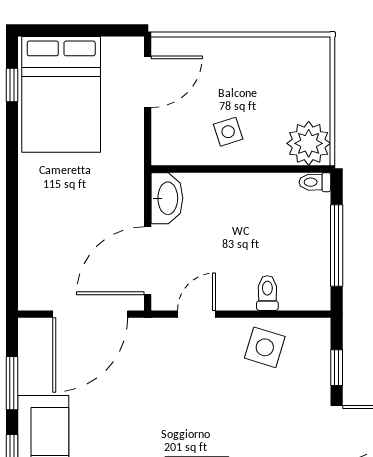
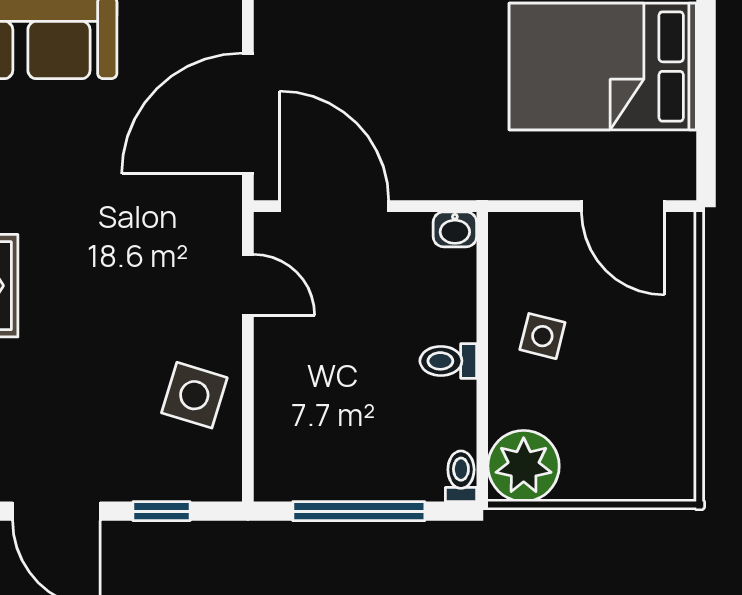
side table: (228, 132) -> (542, 336), turned 32
washbasin: (167, 198) -> (455, 229), width x0.52, depth x0.69
toilet: (267, 293) -> (448, 361), moved, turned 180
door: (90, 314) -> (248, 113), hinge flipped

